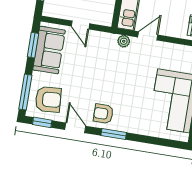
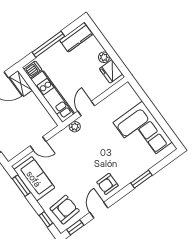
window: (25, 92) -> (46, 219), width x0.46
door: (75, 128) -> (99, 210), hinge flipped
window: (114, 134) -> (142, 179), moved

